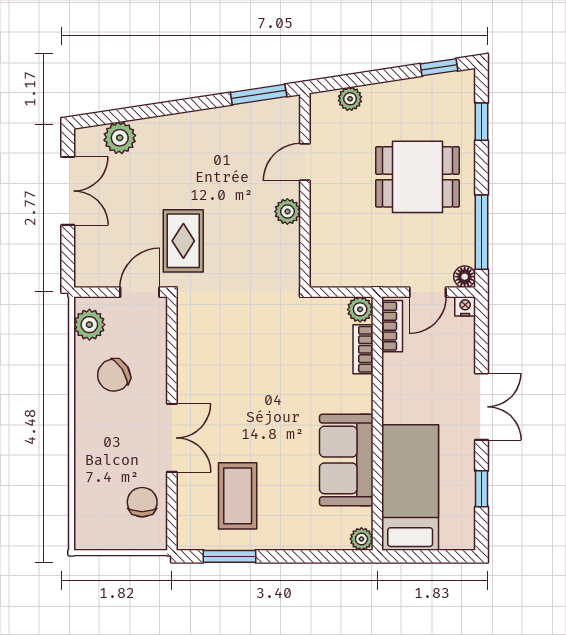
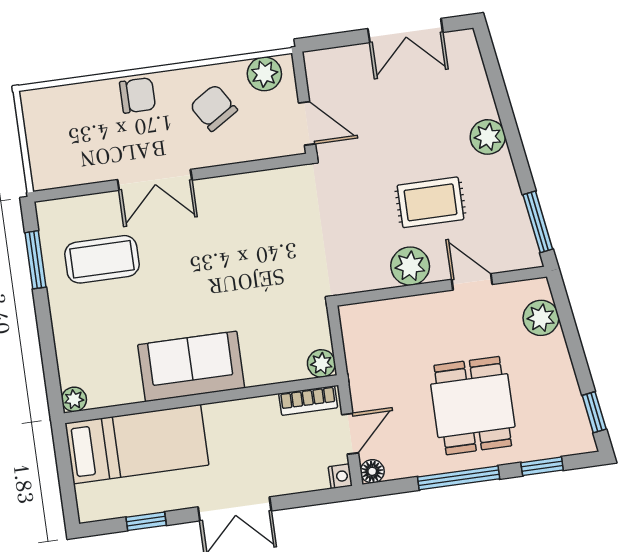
plant: (350, 99) -> (541, 318), width x1.38, depth x1.38
plant: (120, 138) -> (488, 137), moved
plant: (287, 211) -> (410, 266), width x1.38, depth x1.38
window: (482, 232) -> (459, 478), moved
rug: (183, 241) -> (430, 202), moved
door: (428, 292) -> (350, 434), swing flipped
bookcase: (363, 349) -> (279, 372), removed
sofa: (346, 460) -> (191, 366), moved
chair: (142, 502) -> (138, 95), moved

